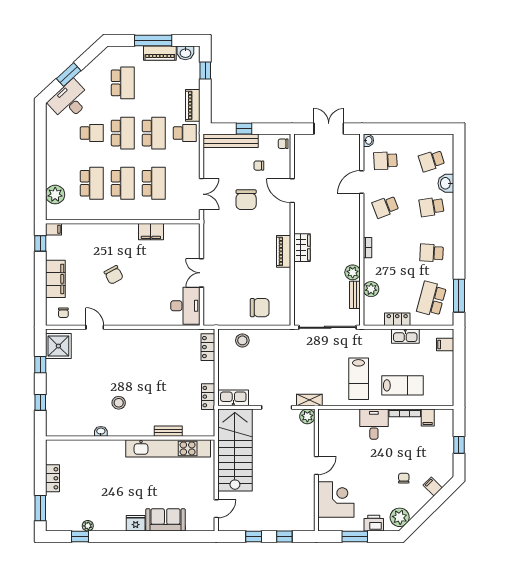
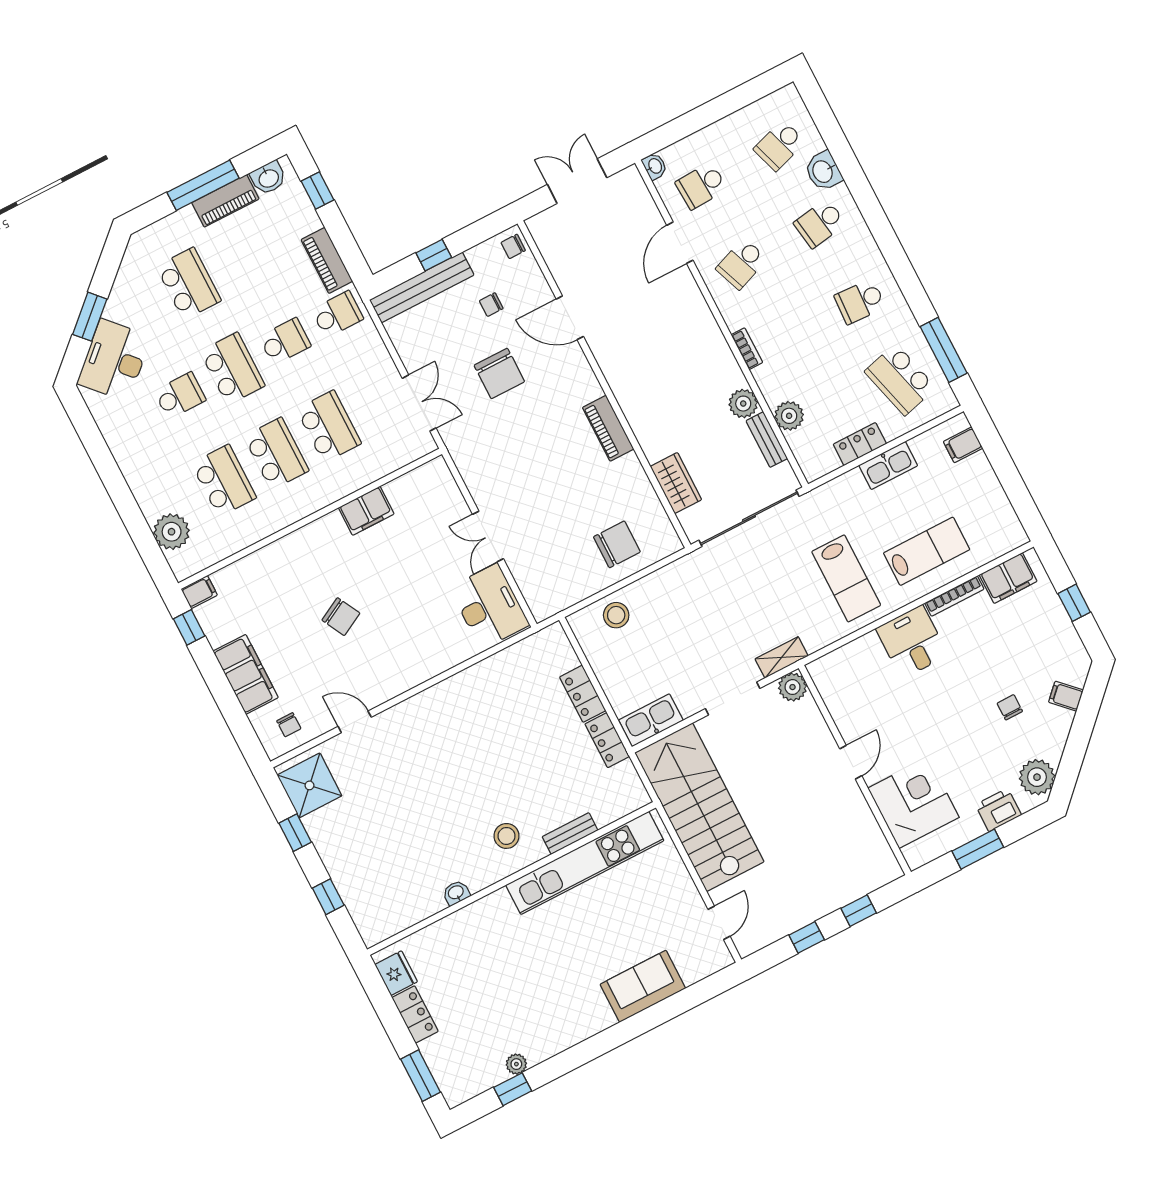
school desk: (154, 133) -> (285, 341), width x0.54
wardrobe: (302, 248) -> (676, 483), moved
school desk: (432, 299) -> (900, 380), turned -30
locker: (208, 347) -> (583, 694), moved
stool: (119, 403) -> (507, 836), moved
filing cabinet: (428, 417) -> (1008, 578), width x2.00
fridge: (136, 523) -> (396, 973), moved, turned 90

